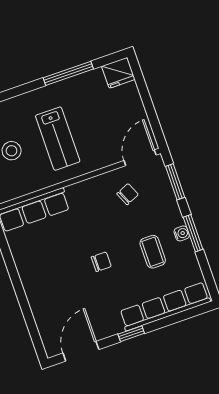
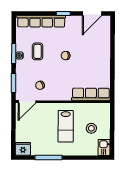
lab bench: (58, 139) -> (66, 126), turned 180

